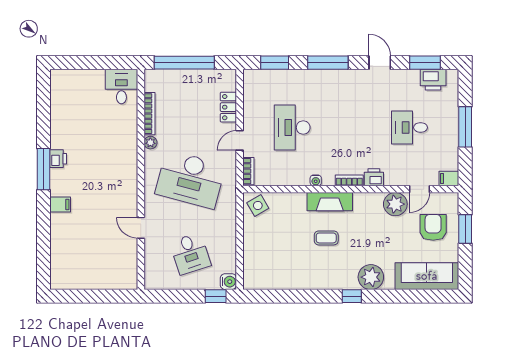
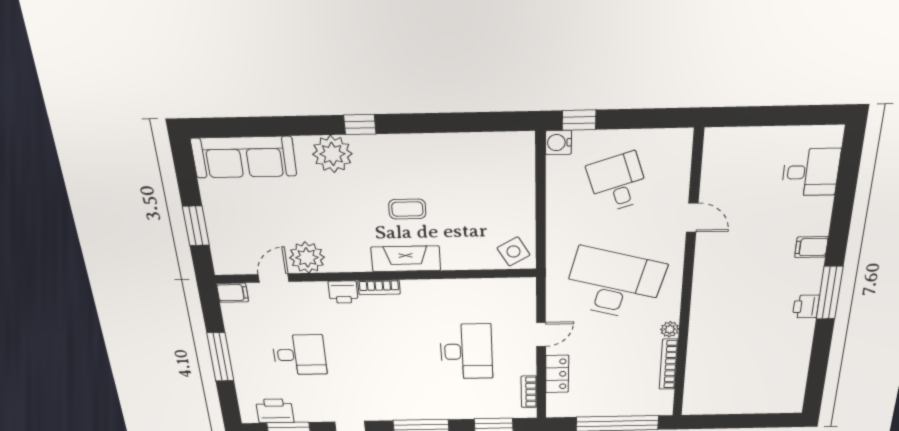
desk: (121, 86) -> (811, 172), moved, turned -90
bookcase: (248, 171) -> (529, 392), moved
water cooler: (316, 180) -> (429, 286), removed
armchair: (433, 227) -> (245, 227), removed

